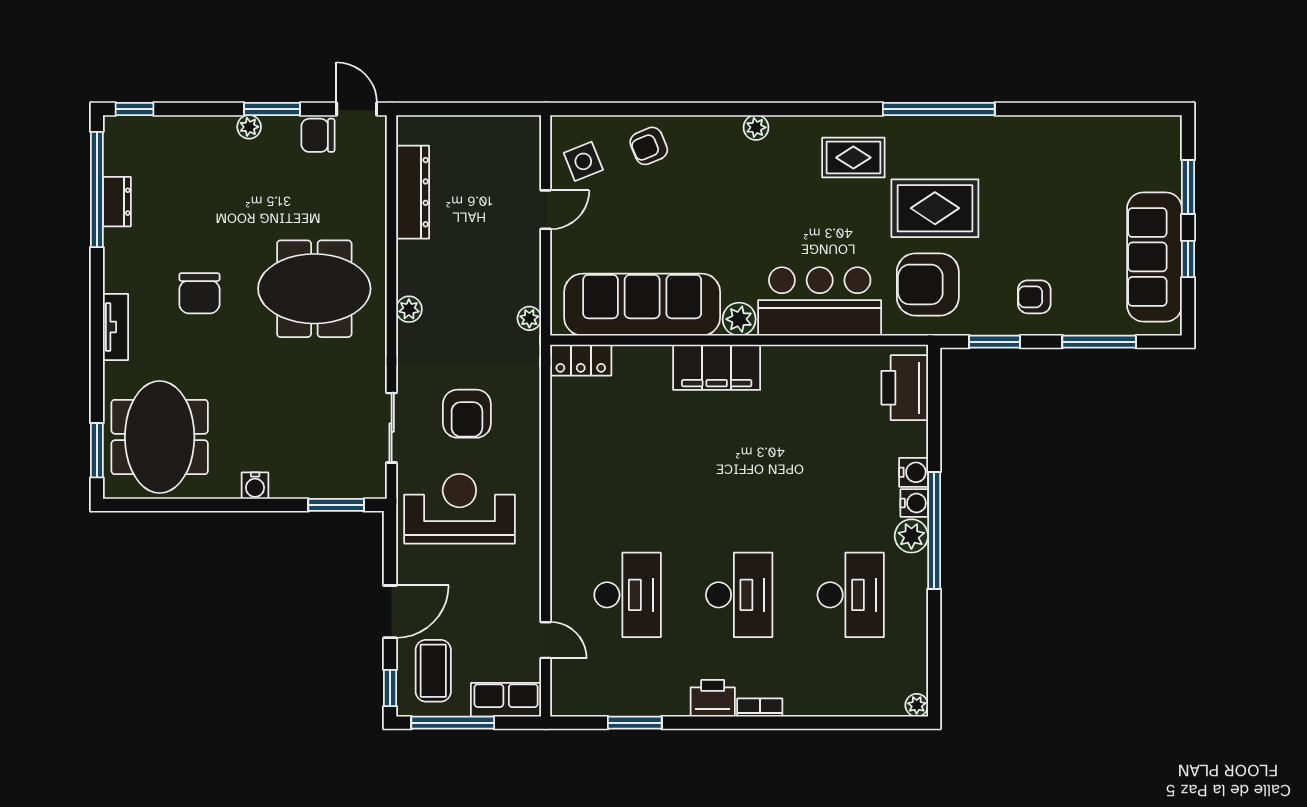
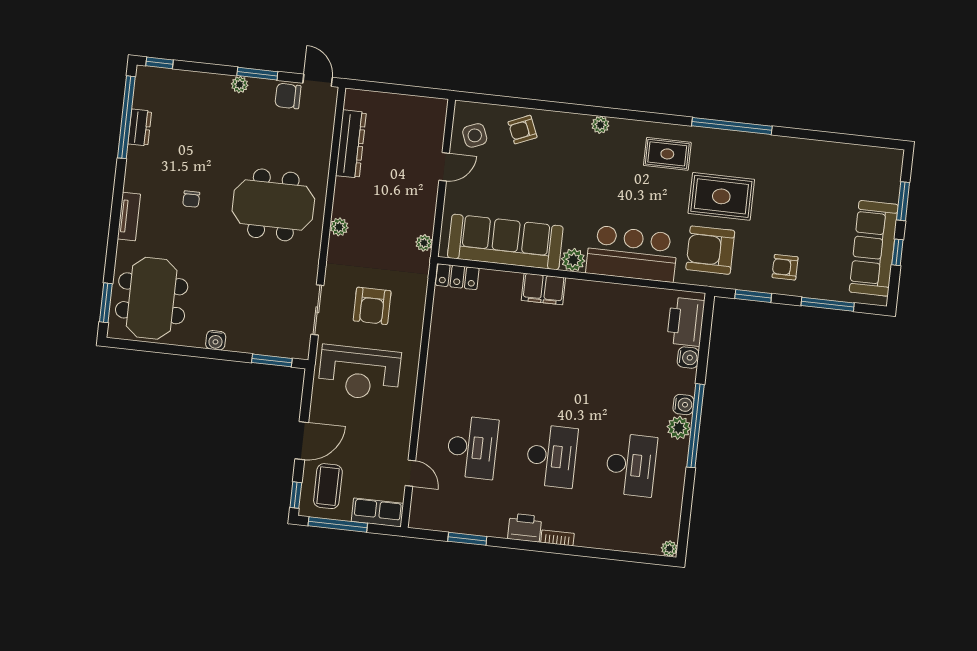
chair: (199, 293) -> (191, 199), width x0.54, depth x0.54
filing cabinet: (717, 367) -> (543, 289), width x0.67, depth x0.86
water cooler: (914, 472) -> (688, 358), moved
reception desk: (459, 509) -> (359, 373), turned 180

